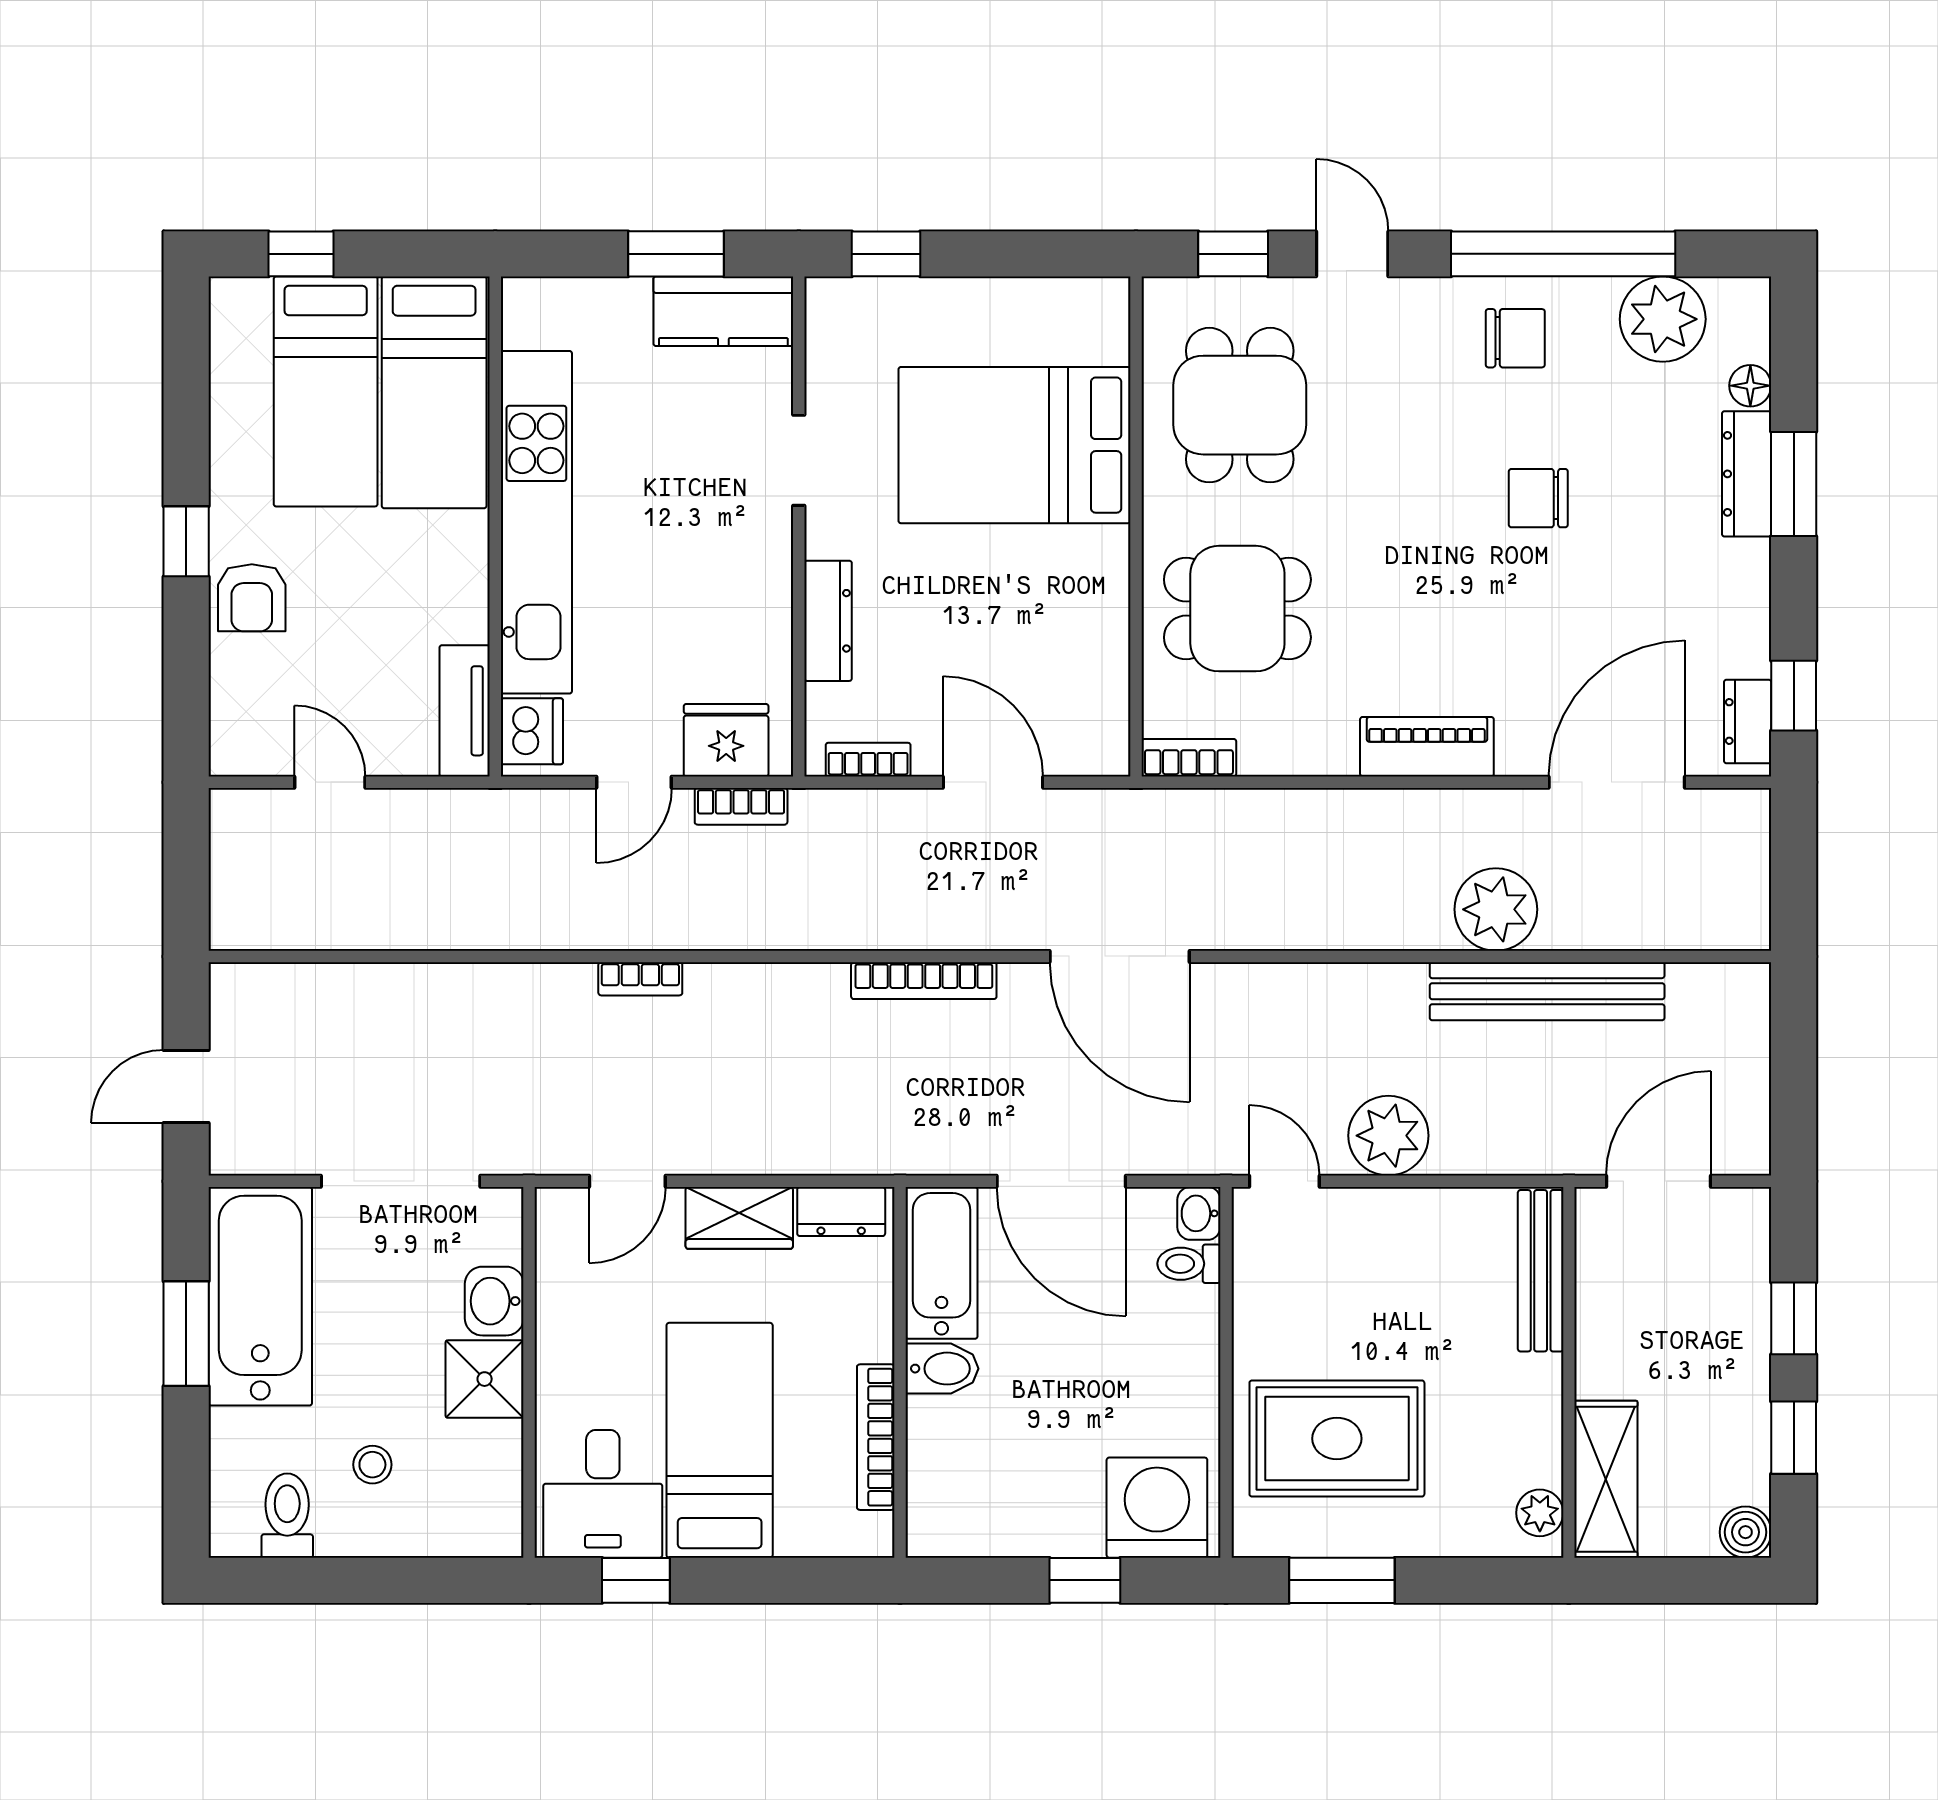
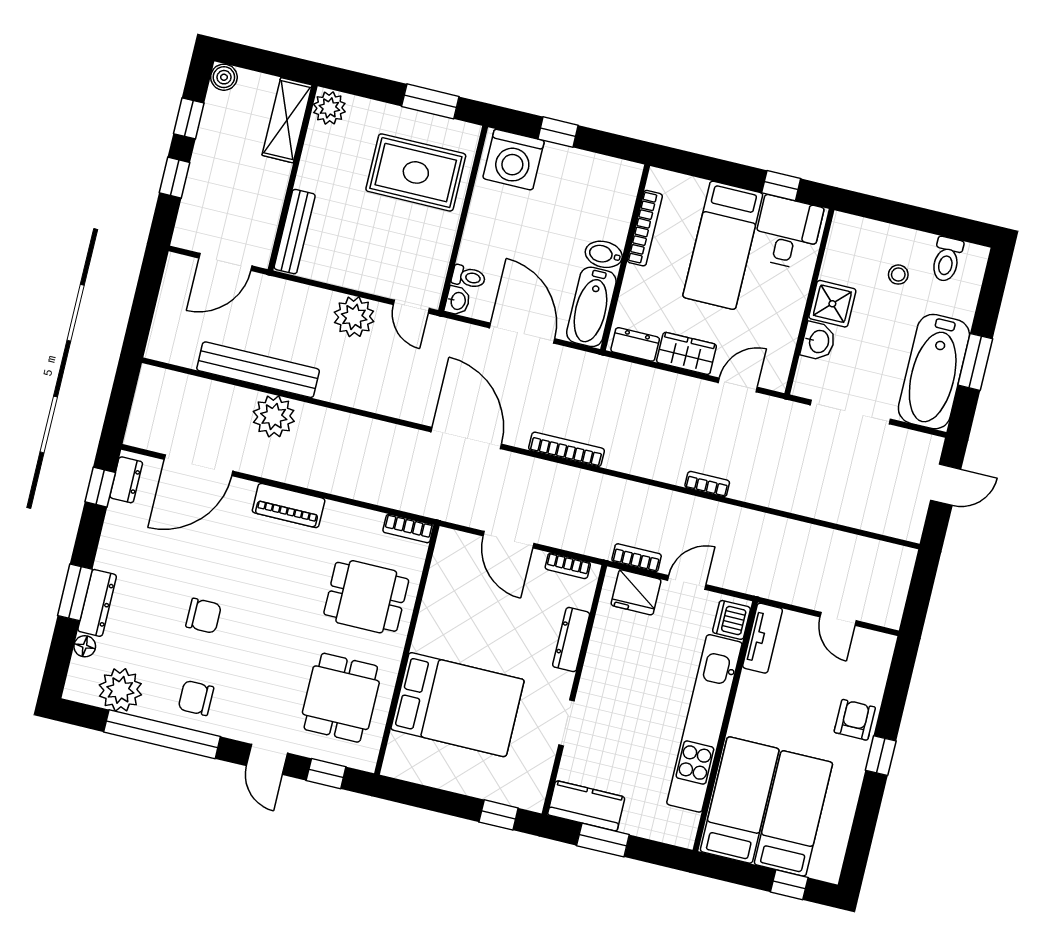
plant: (1540, 1513) -> (329, 108), width x1.38, depth x1.38

